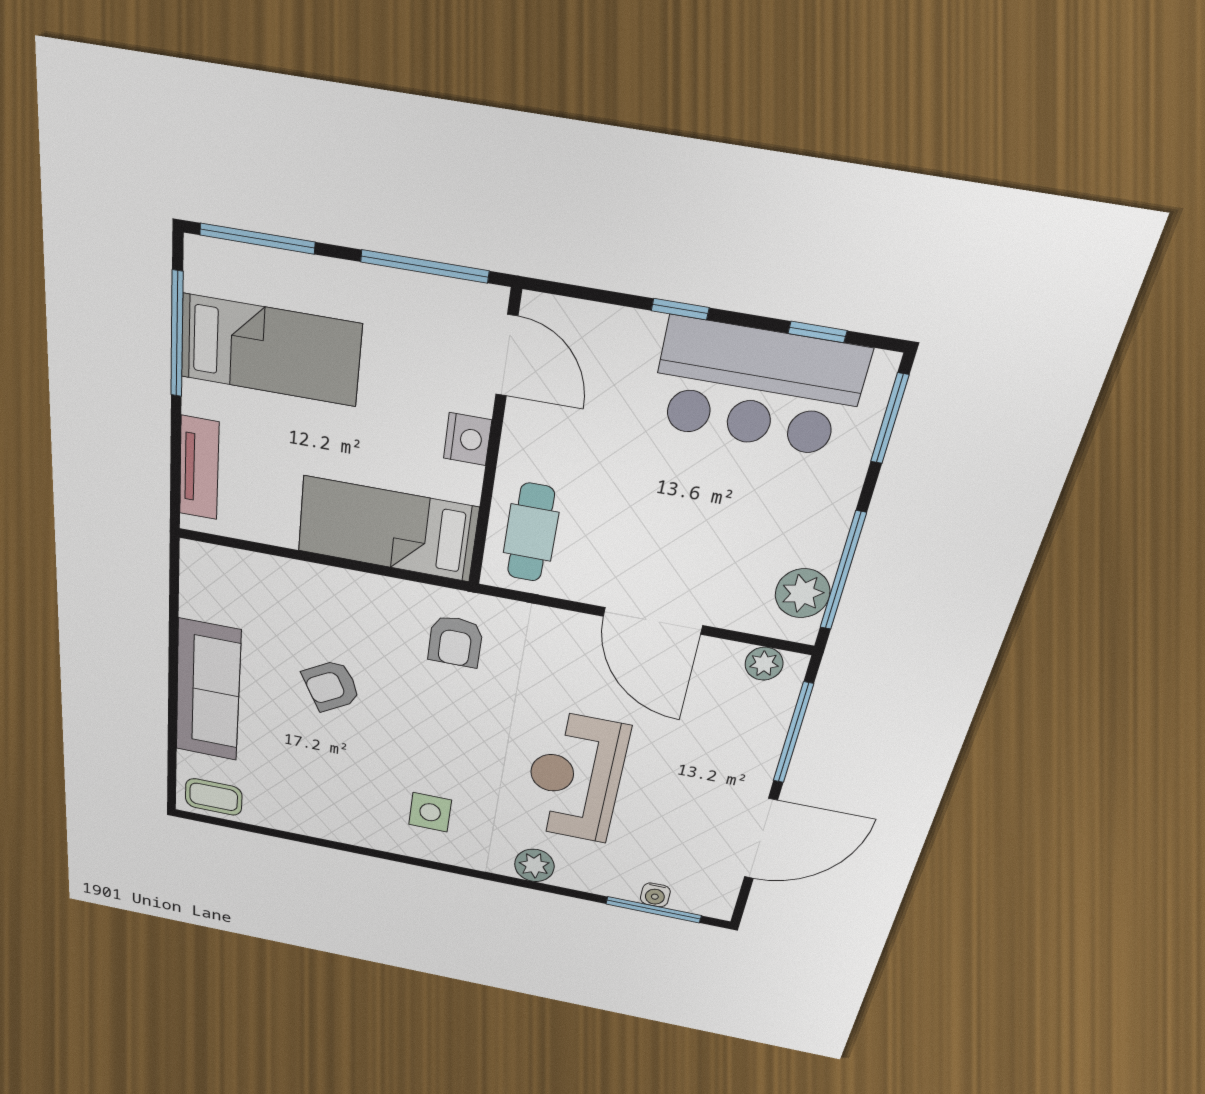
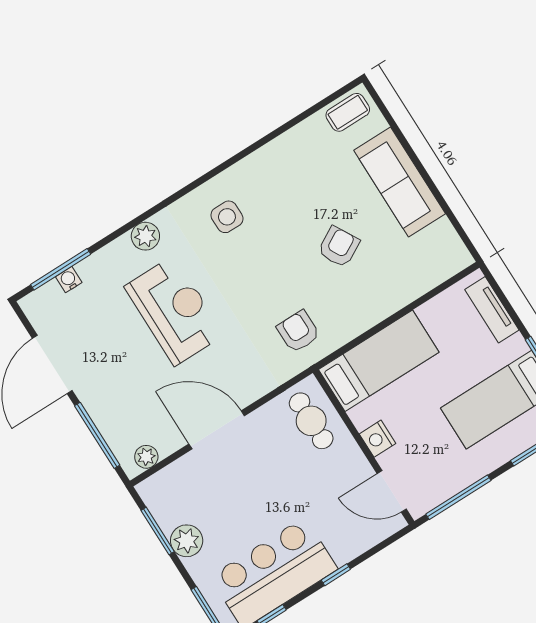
window: (843, 571) -> (158, 531), width x0.69
plant: (803, 593) -> (187, 541), moved

